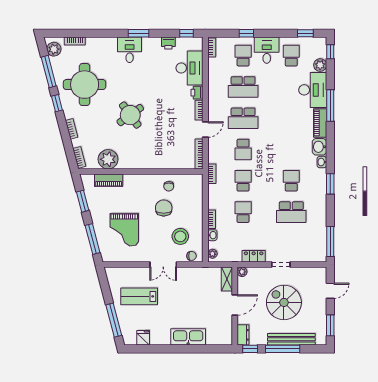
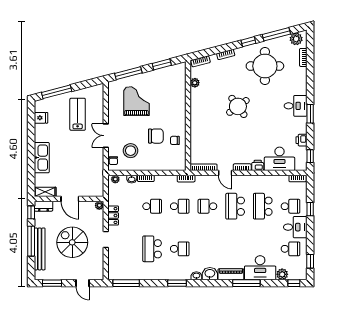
plant: (108, 159) -> (195, 83), width x0.53, depth x0.53
piano: (109, 180) -> (180, 87), removed
grand piano: (124, 230) -> (137, 101), turned 90
shelving: (227, 279) -> (45, 192), moved
spiral stairs: (284, 302) -> (72, 242), turned -90

